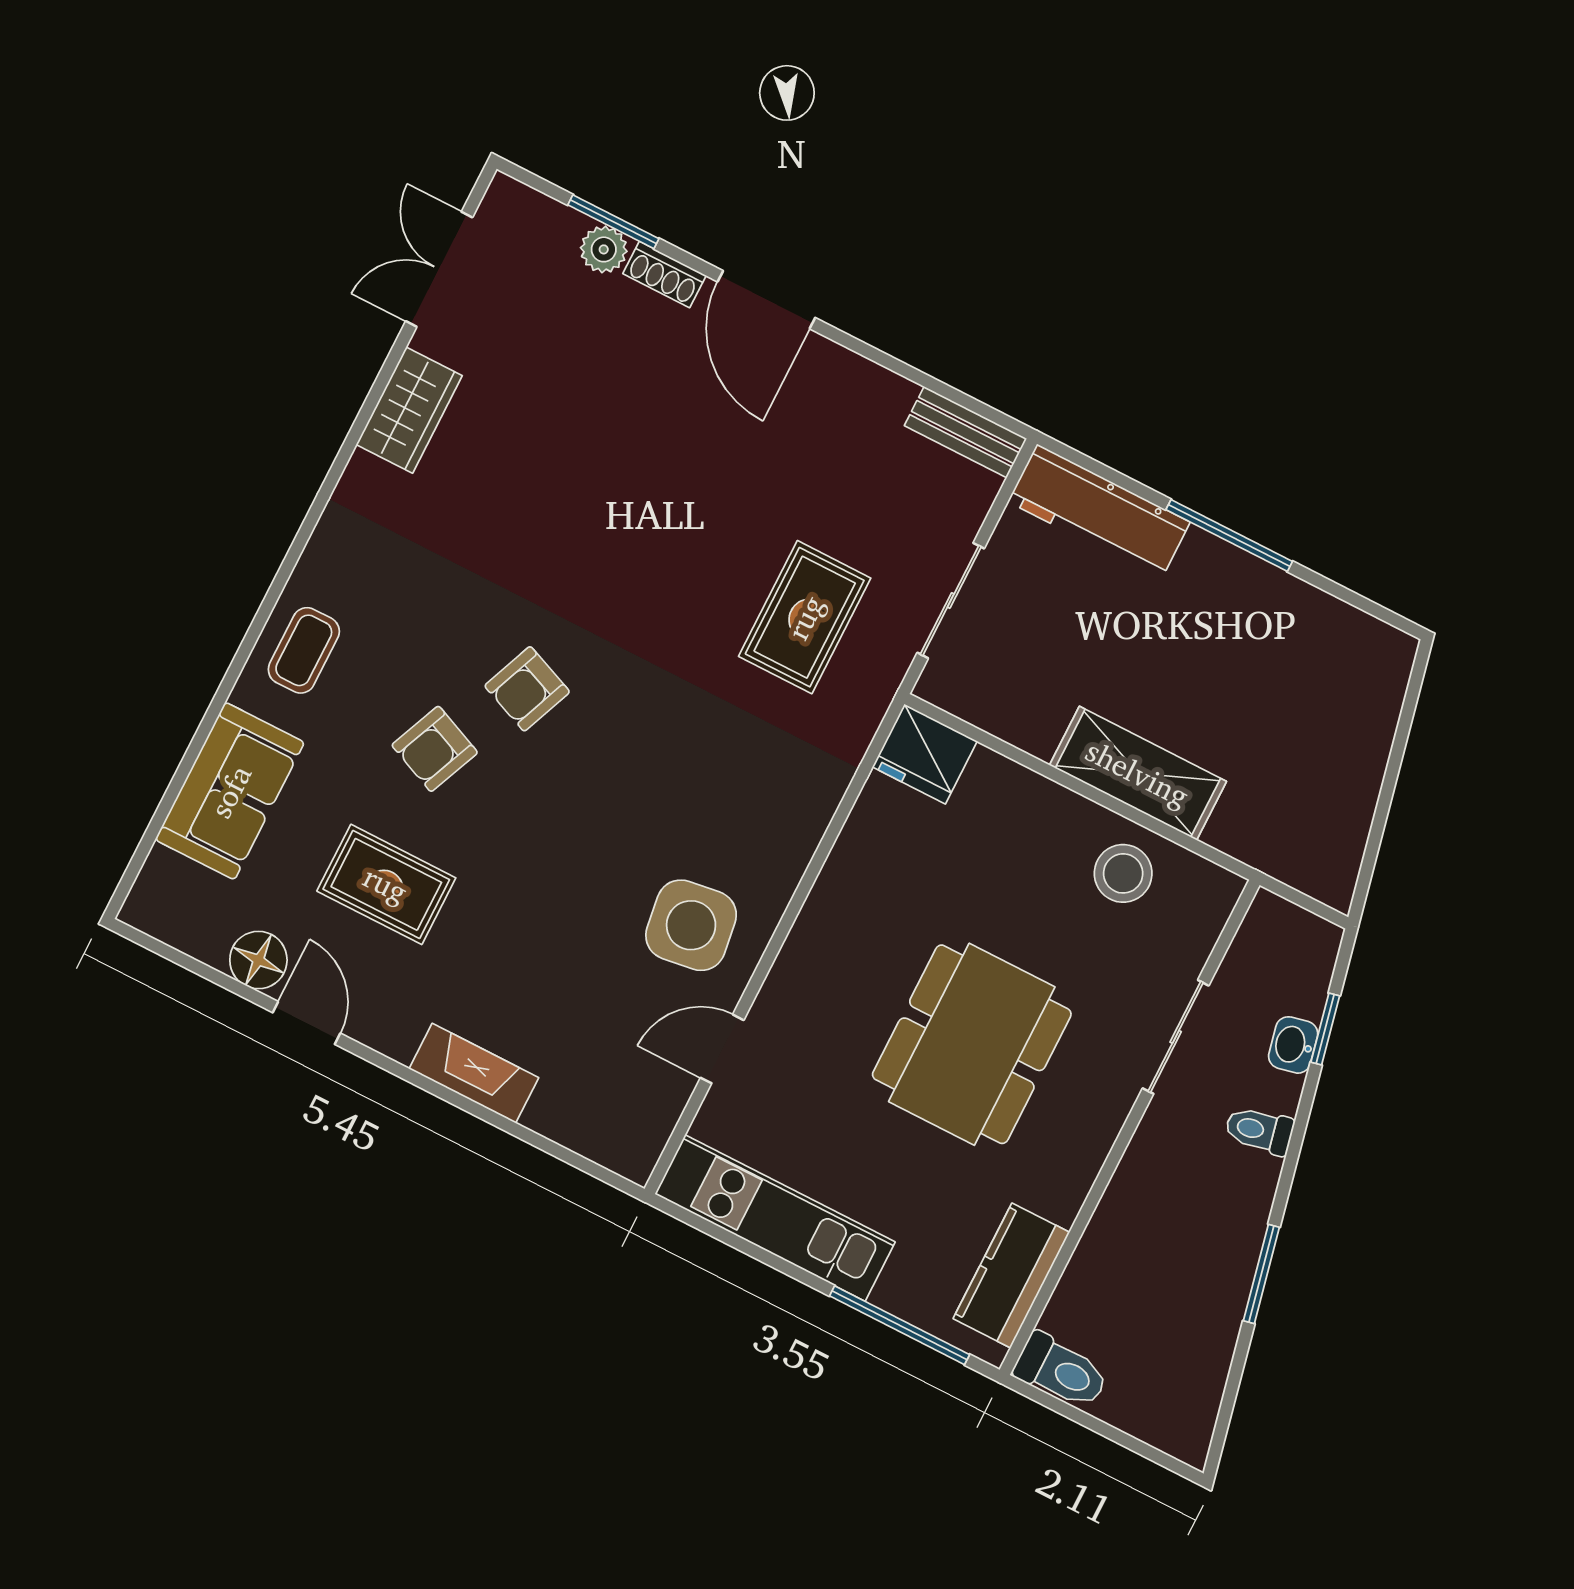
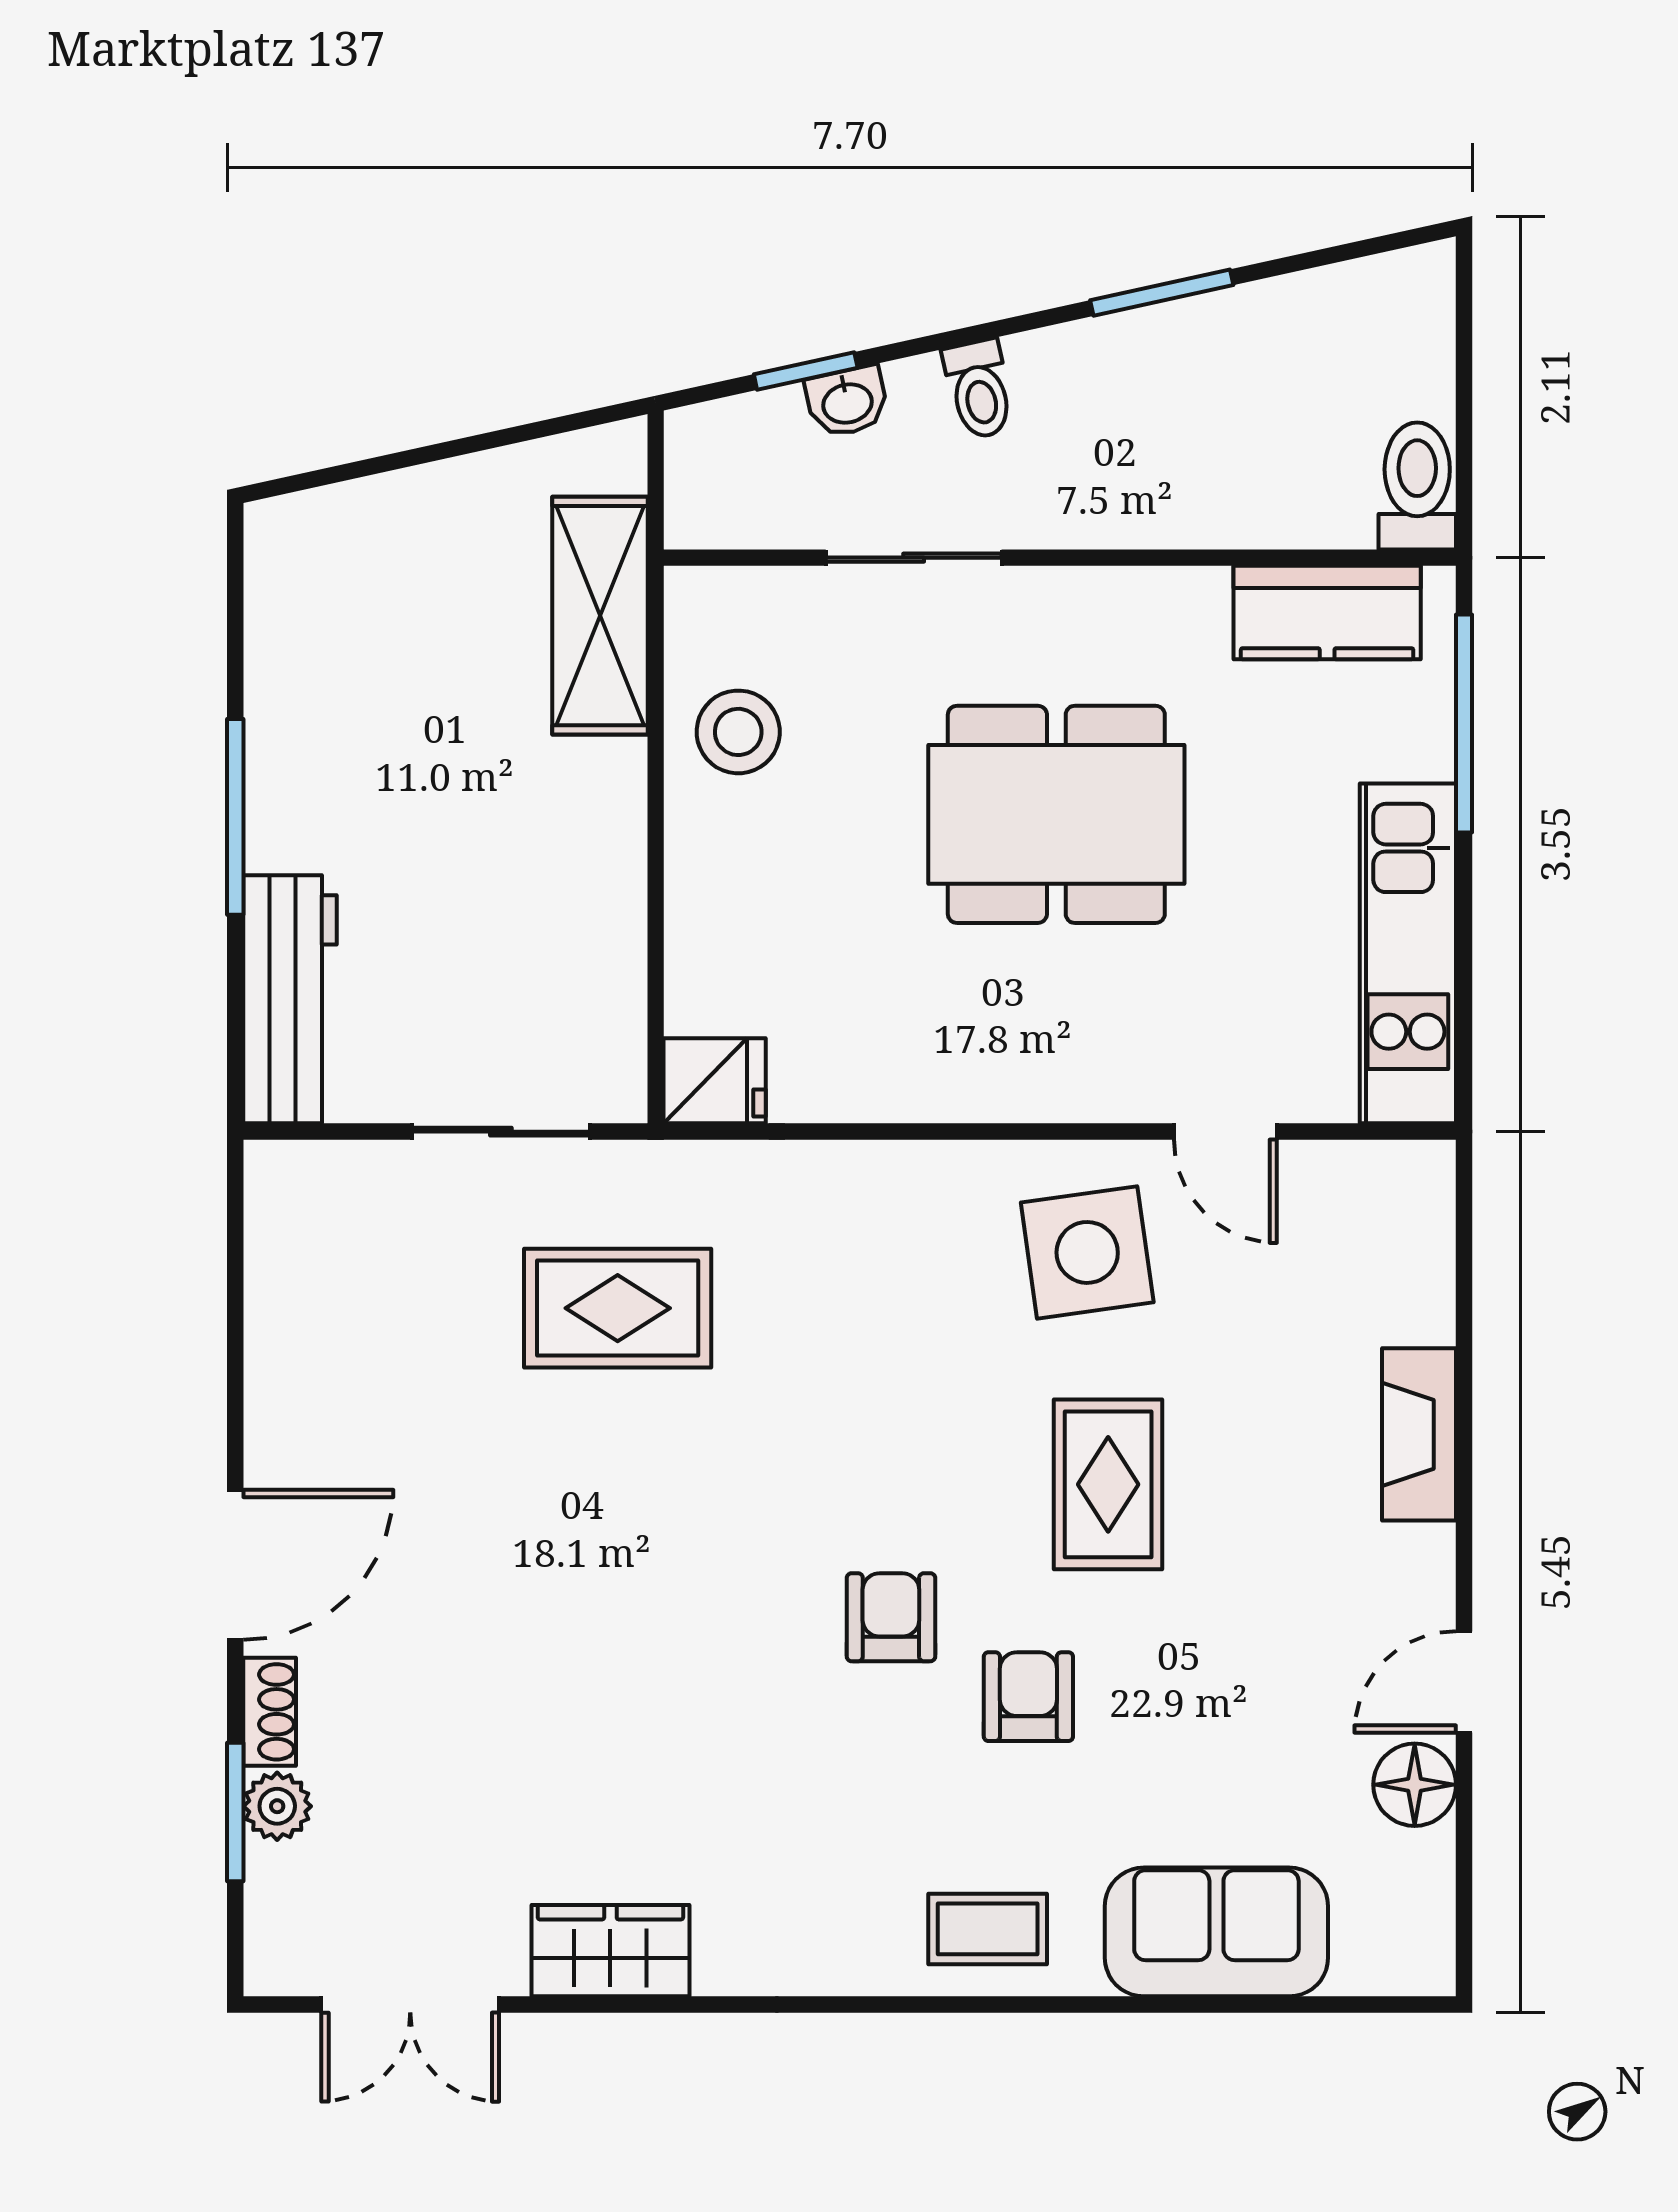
bench: (966, 432) -> (275, 1223), removed
armchair: (527, 689) -> (891, 1617), turned -112
armchair: (435, 749) -> (1028, 1697), turned -113
fridge: (925, 754) -> (715, 1081), width x0.72
shelving: (1138, 773) -> (600, 616), moved
rug: (386, 884) -> (1108, 1484), moved

